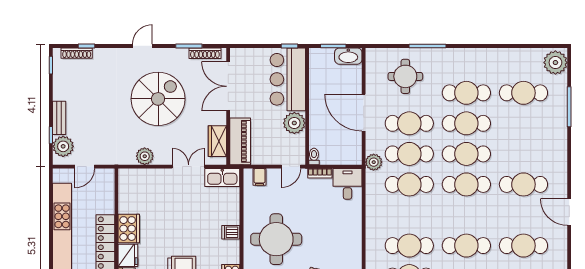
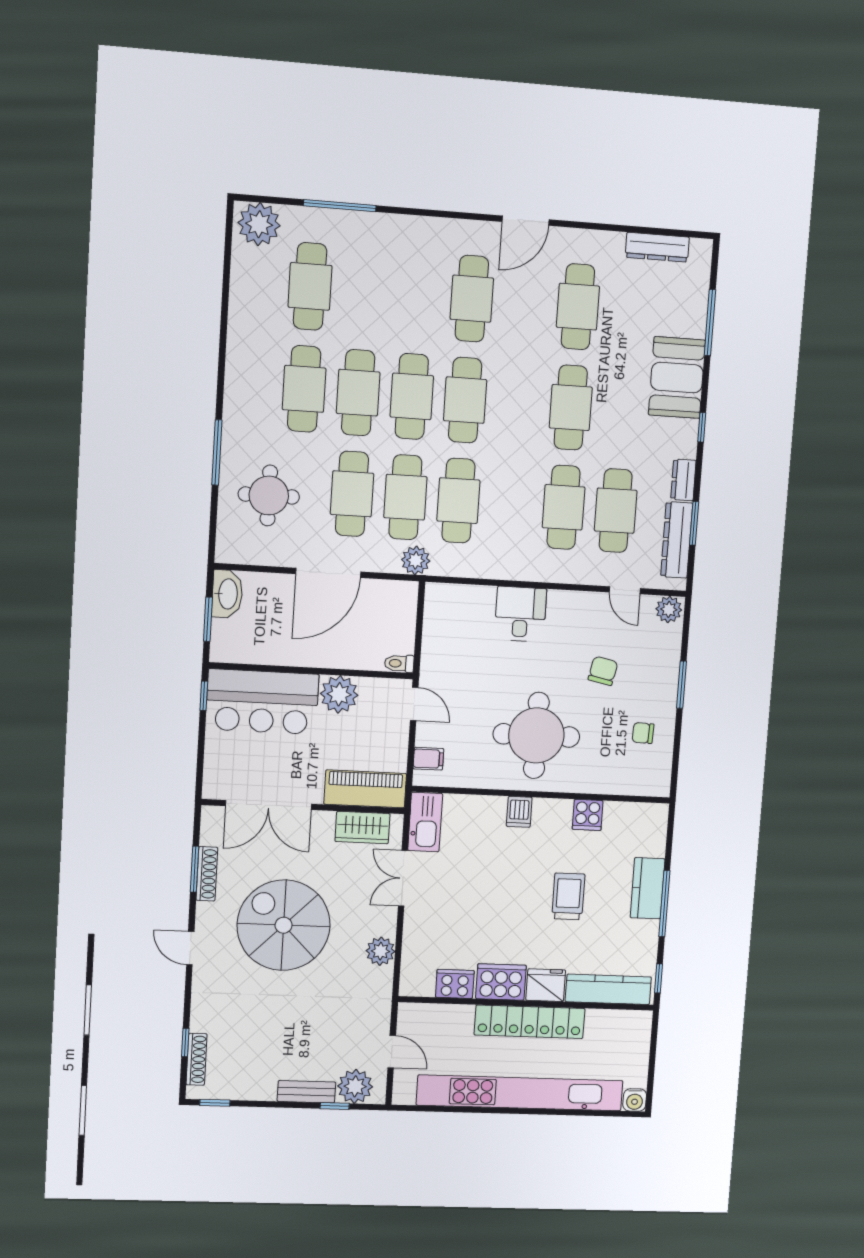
shoe rack: (205, 53) -> (207, 874), moved
bookcase: (320, 173) -> (429, 655), removed
desk: (347, 184) -> (520, 614), moved, turned 90
cooker: (127, 201) -> (455, 984), added

